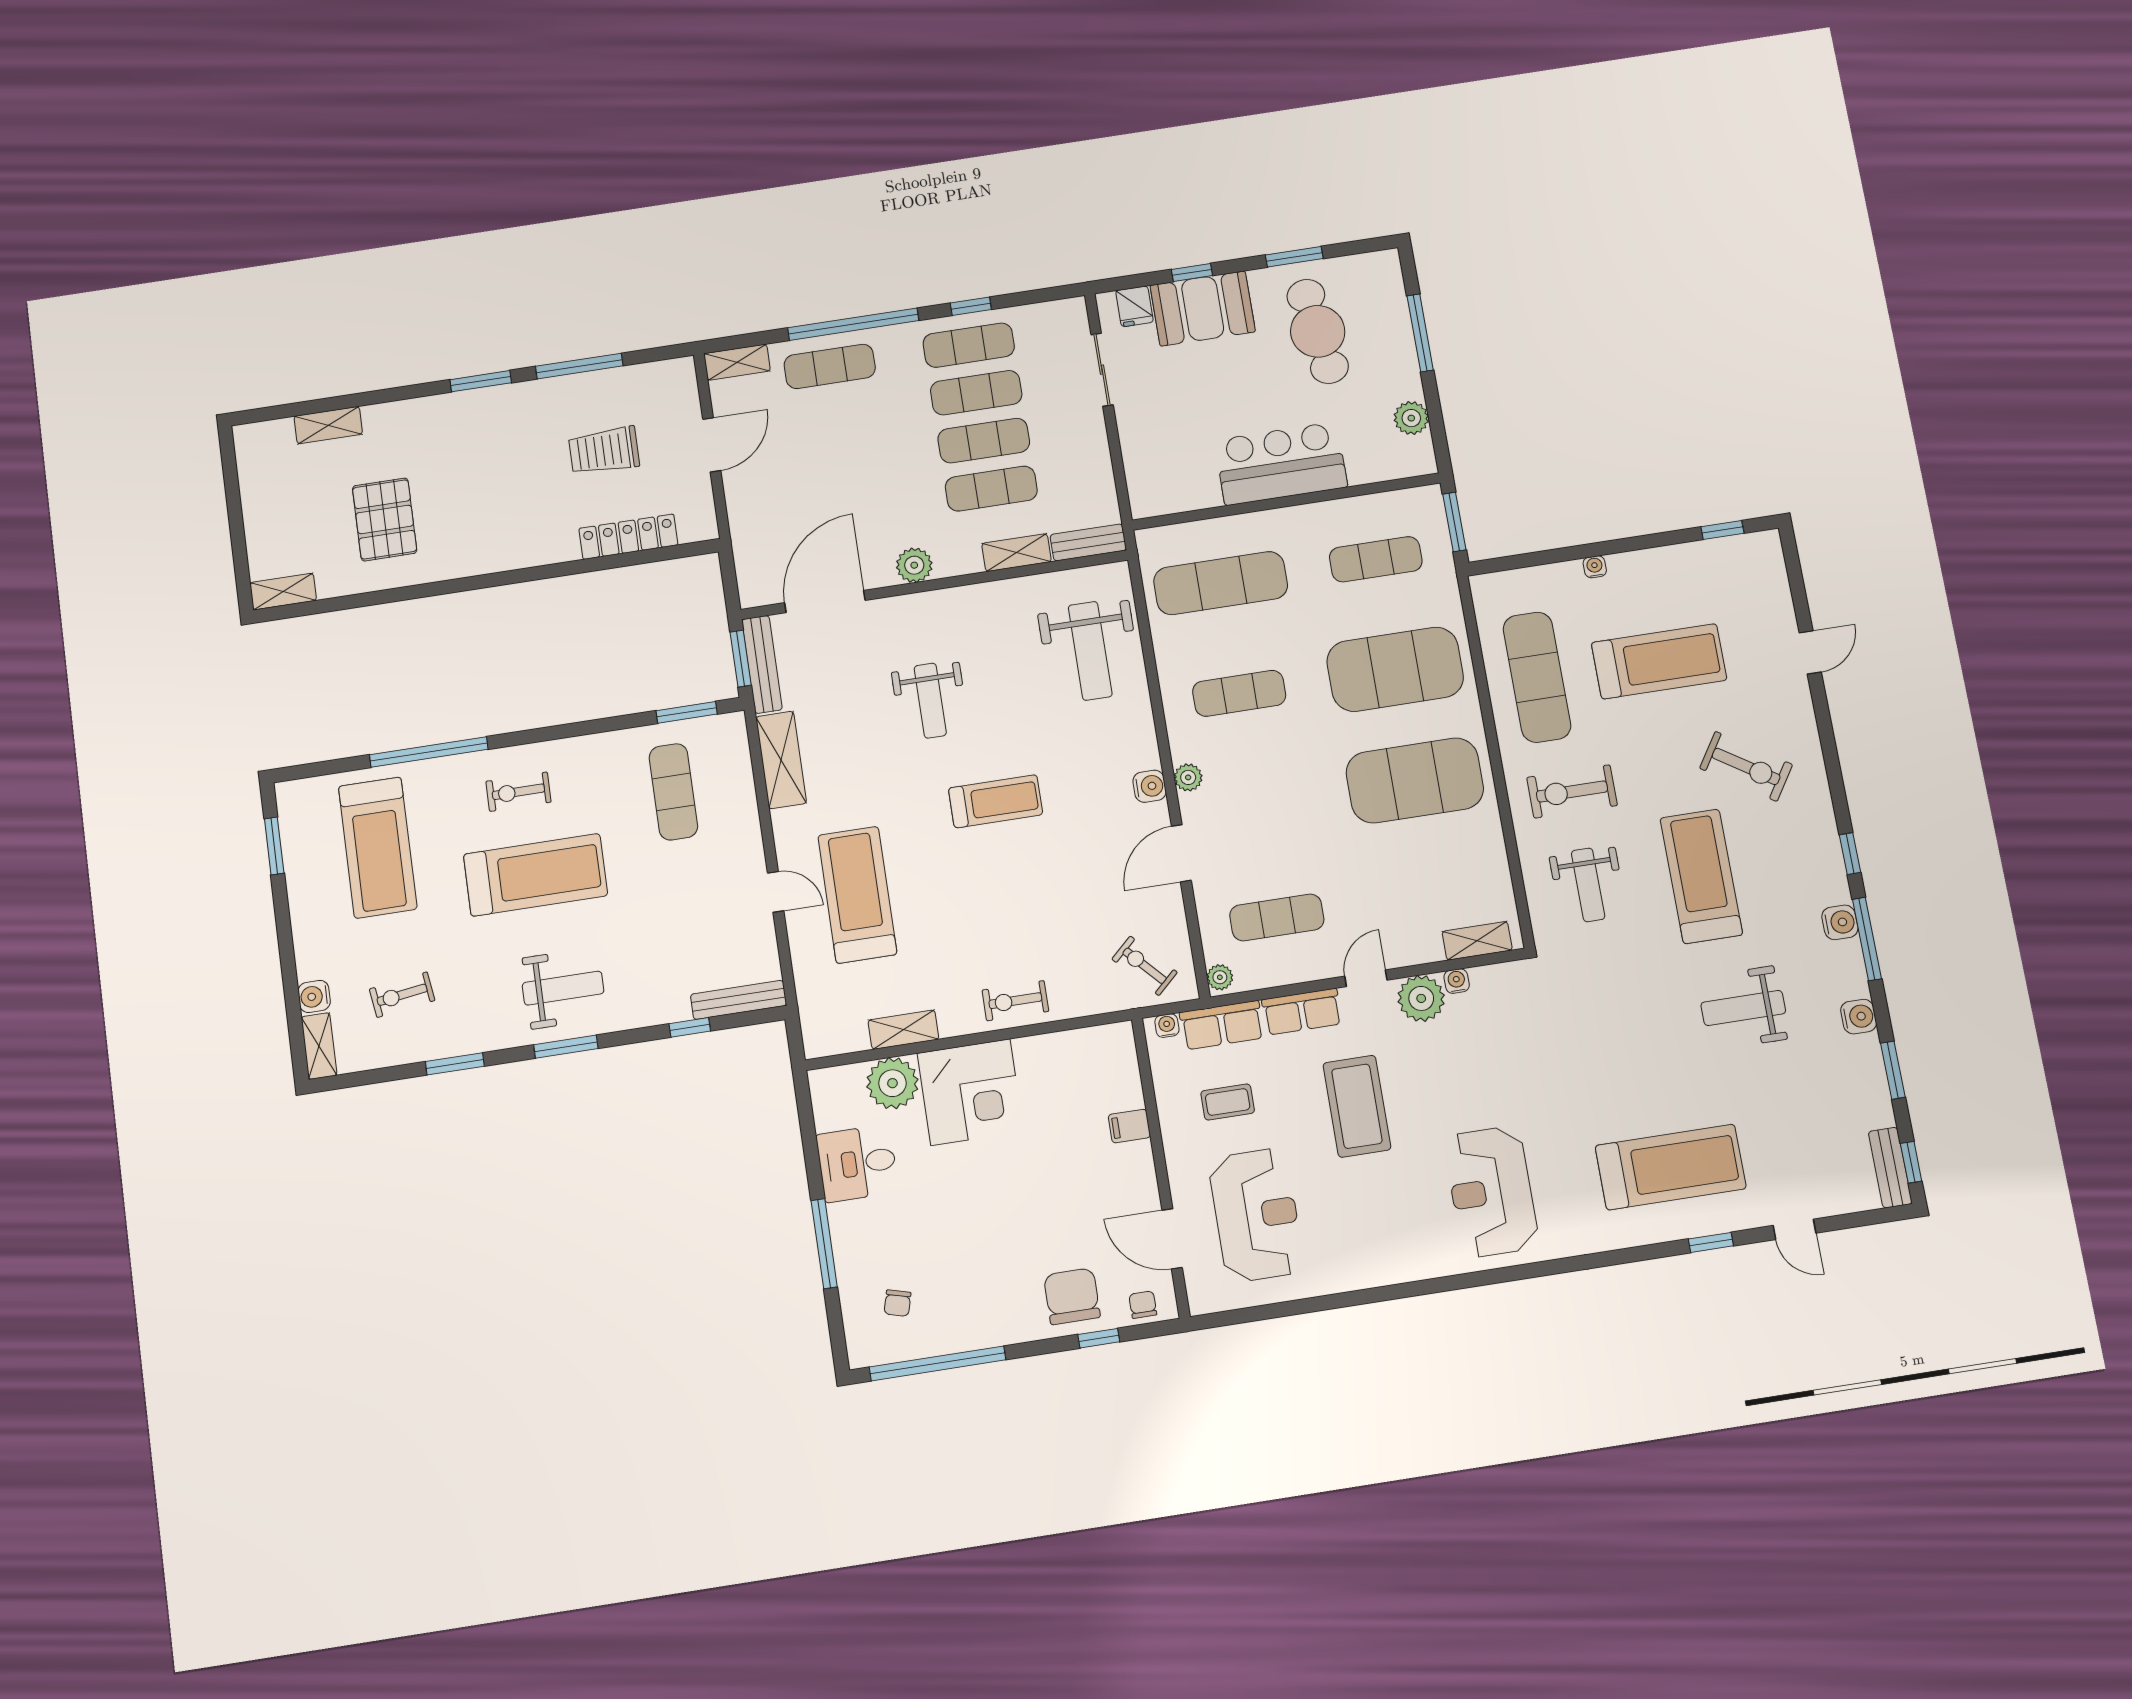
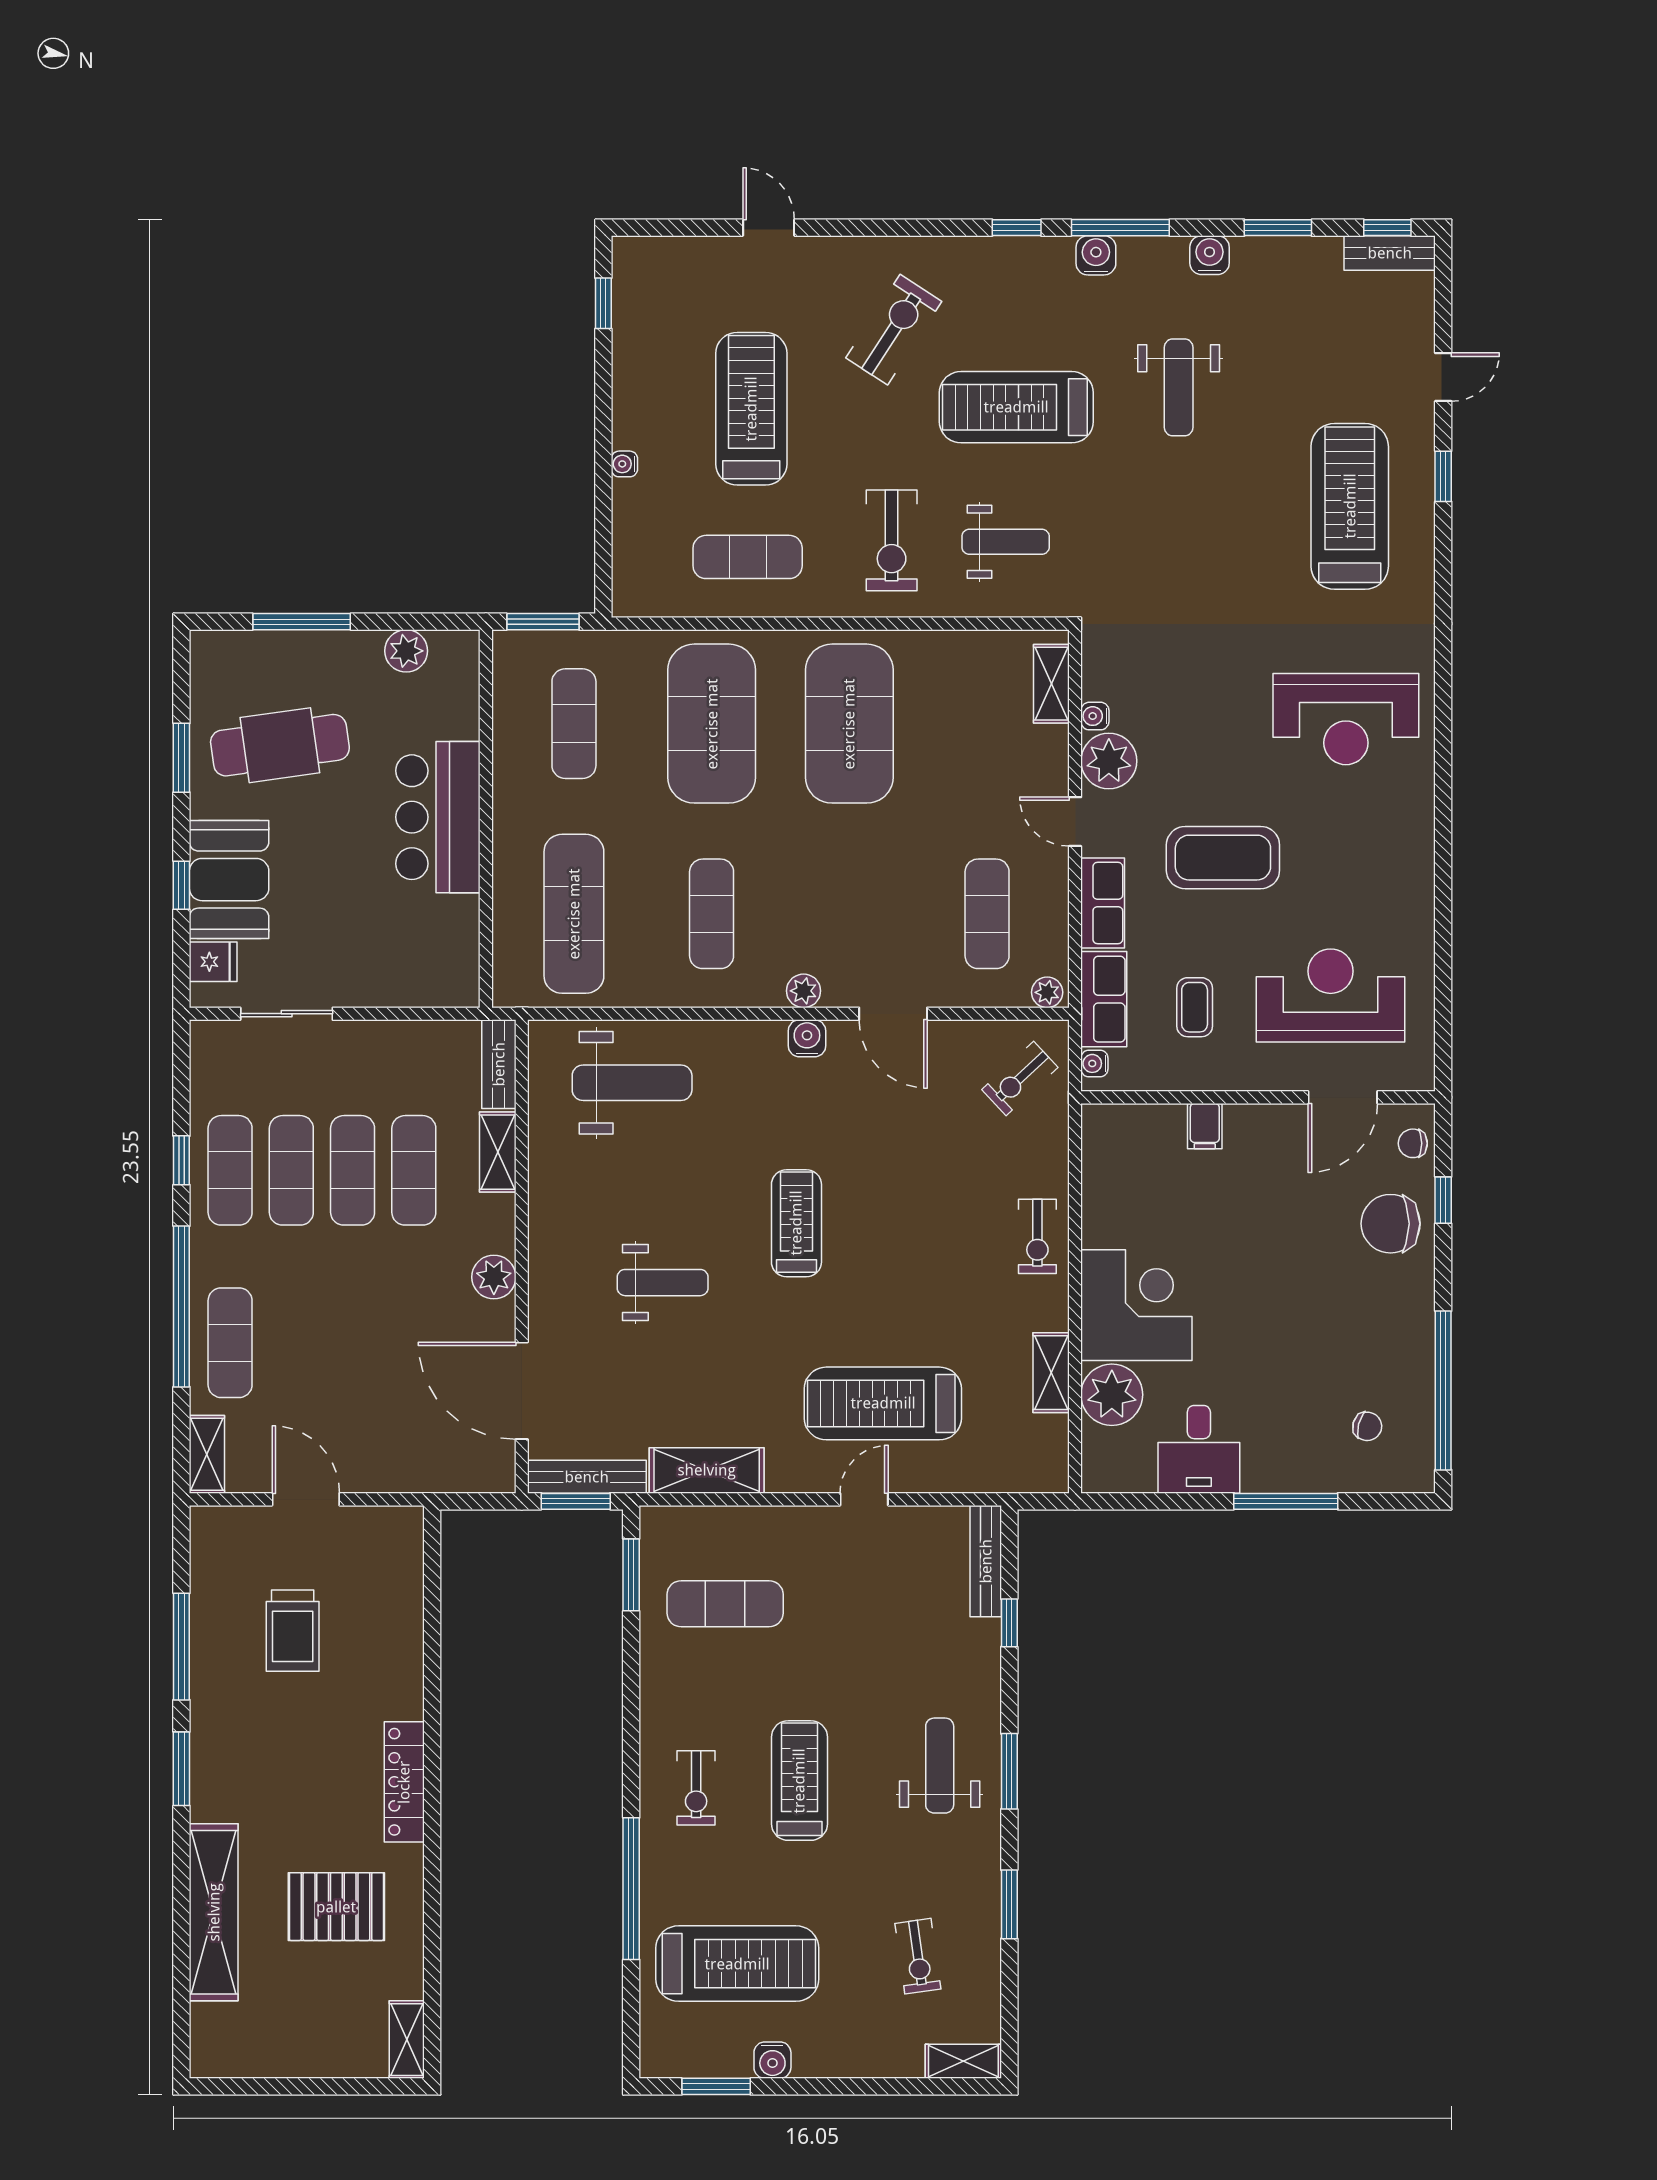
shelving: (328, 425) -> (214, 1912), width x2.20, depth x1.33
locker: (628, 537) -> (404, 1782), moved
exercise mat: (1537, 677) -> (748, 557), width x0.73, depth x0.69
treadmill: (536, 875) -> (799, 1781), width x0.73, depth x0.73
water cooler: (314, 996) -> (772, 2060), moved

